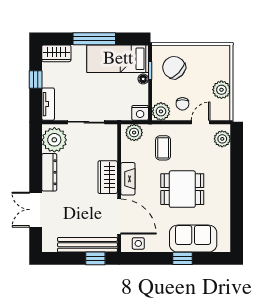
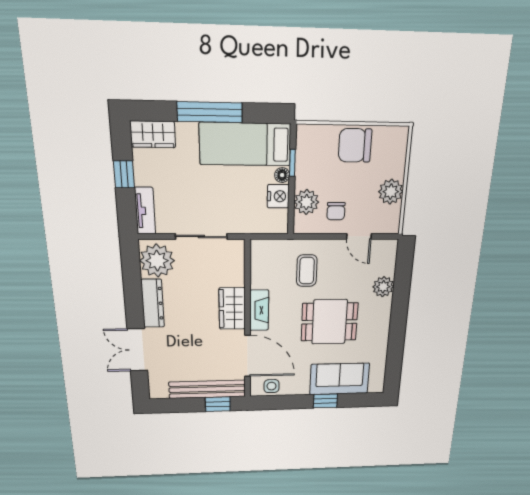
chair: (174, 68) -> (355, 145), moved, turned -43
plant: (161, 111) -> (306, 202), moved
nightstand: (140, 113) -> (278, 196), moved, turned -90
door: (201, 122) -> (359, 236), swing flipped
plant: (134, 133) -> (268, 250), removed
plant: (222, 139) -> (383, 287), moved

